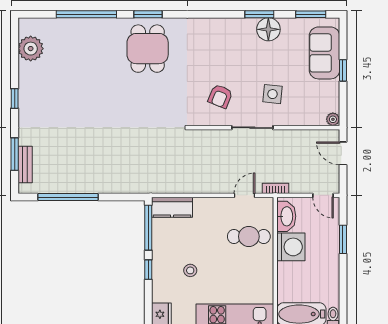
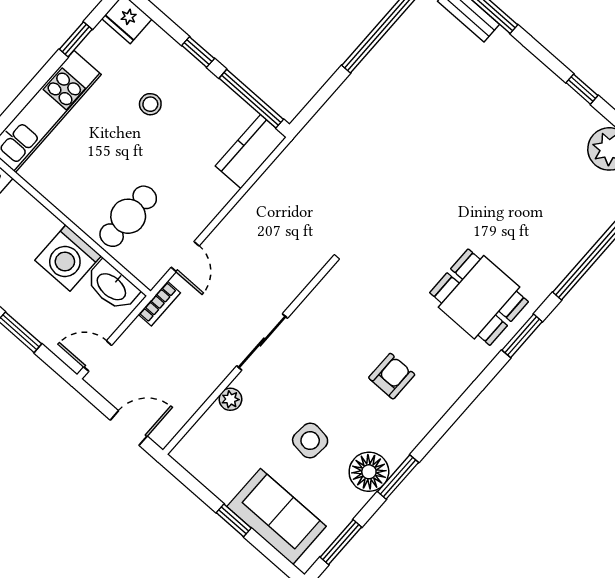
side table: (272, 94) -> (310, 440), moved
armchair: (220, 96) -> (392, 376), moved, turned 68
window: (15, 99) -> (582, 89), moved
plant: (333, 119) -> (230, 399), moved

